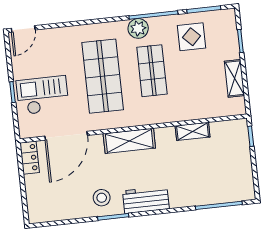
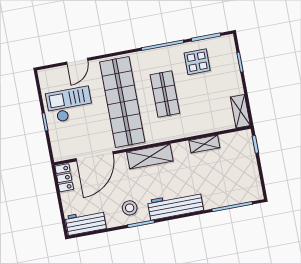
plant: (138, 28) -> (150, 58), removed
door: (23, 29) -> (77, 61), moved
shop shelf: (103, 76) -> (122, 102), width x1.40
shelving: (234, 78) -> (240, 111), moved
checkout: (43, 95) -> (69, 105), moved
workbench: (146, 200) -> (175, 205), width x1.38
workbench: (50, 210) -> (86, 222), added

